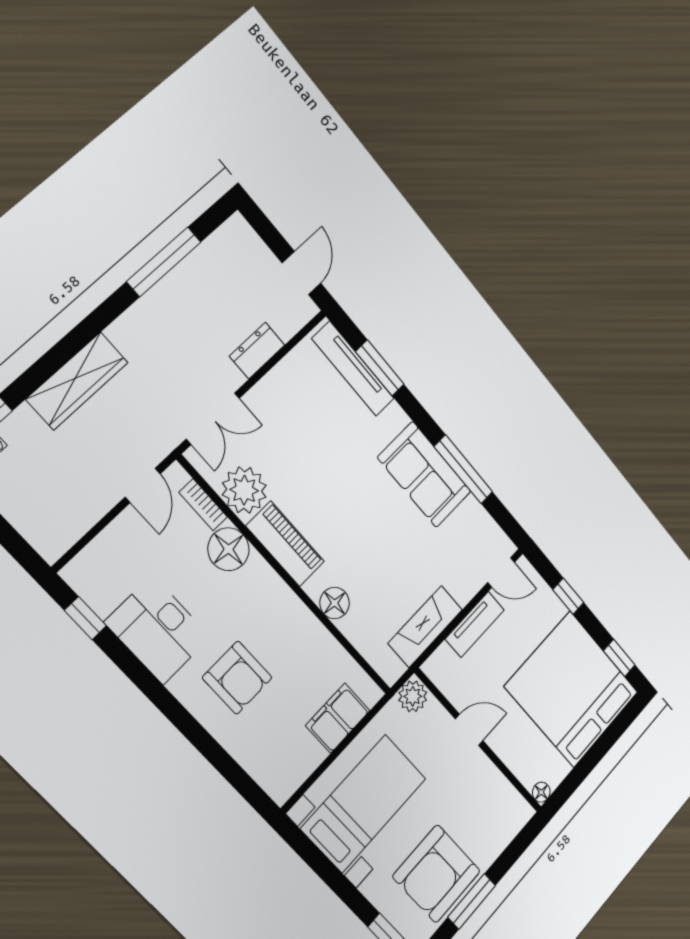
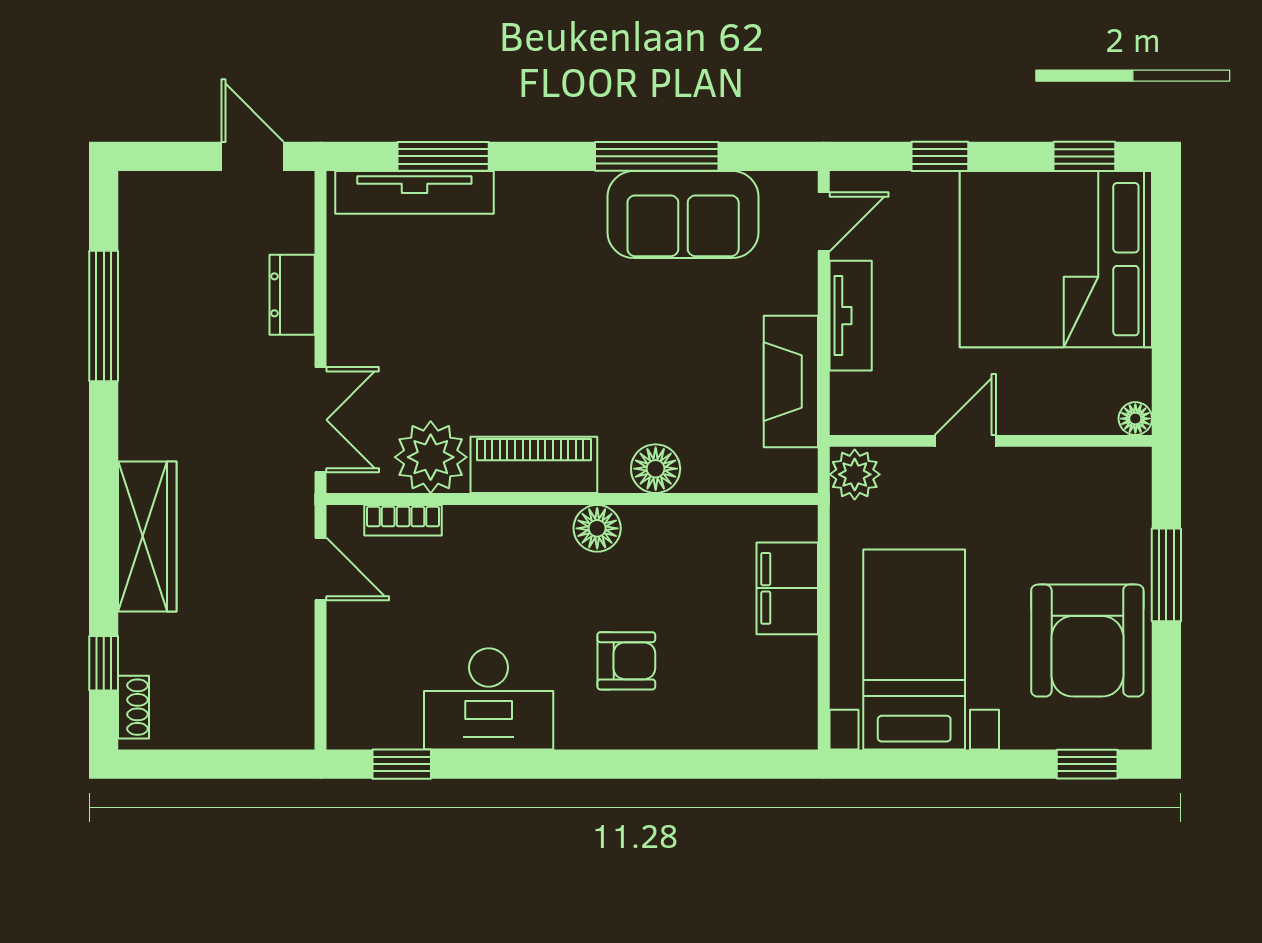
sofa: (425, 474) -> (683, 215), moved
floor lamp: (228, 549) -> (597, 528), moved, width x0.73, depth x0.73
armchair: (237, 678) -> (626, 661), width x0.72, depth x0.72
window: (472, 901) -> (1166, 575), moved

